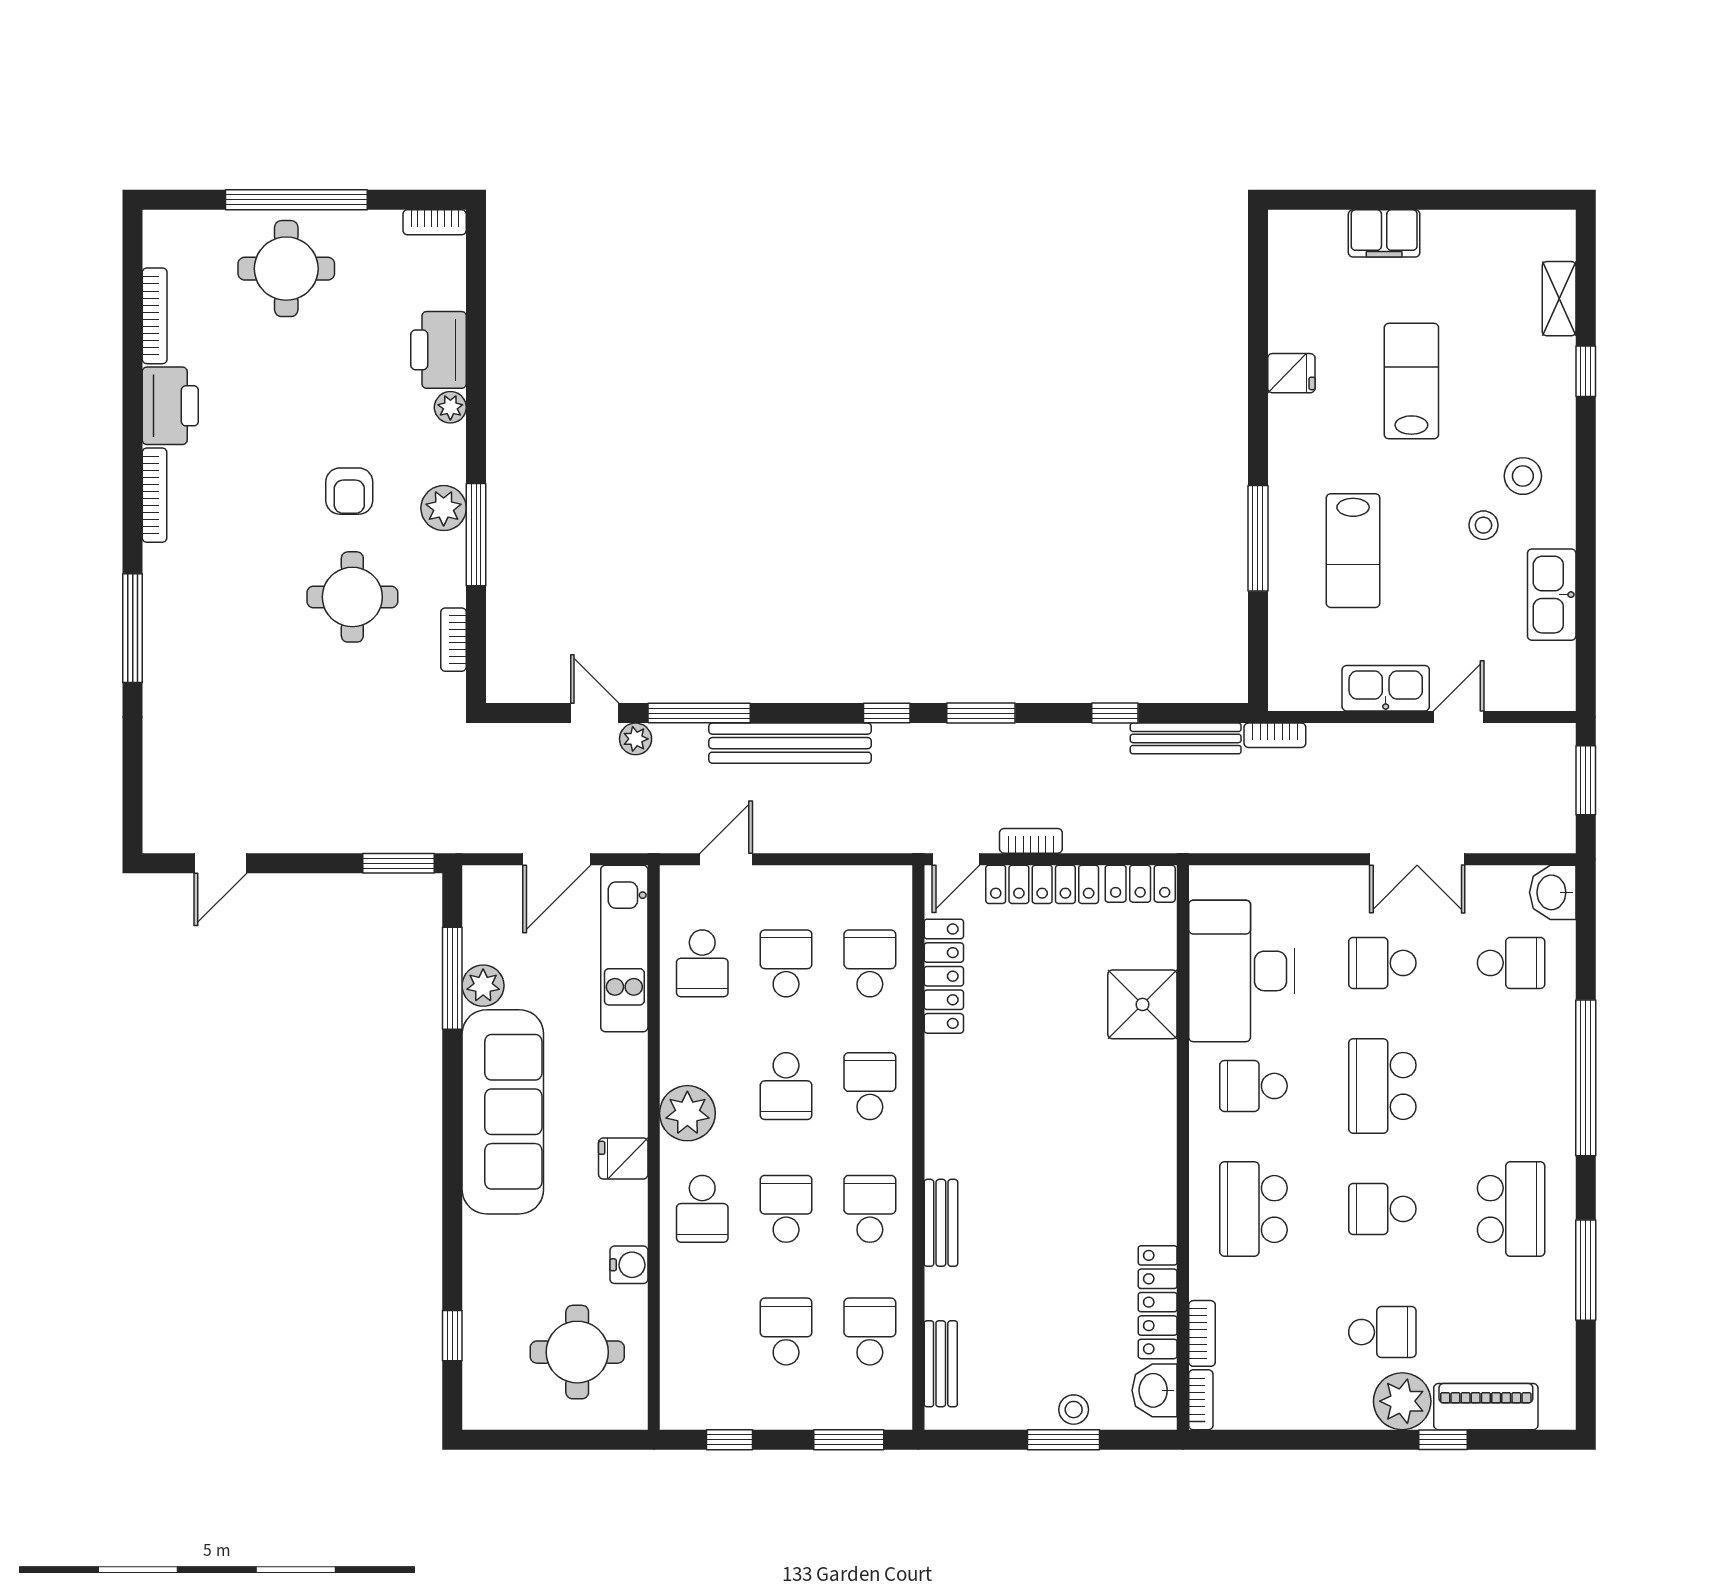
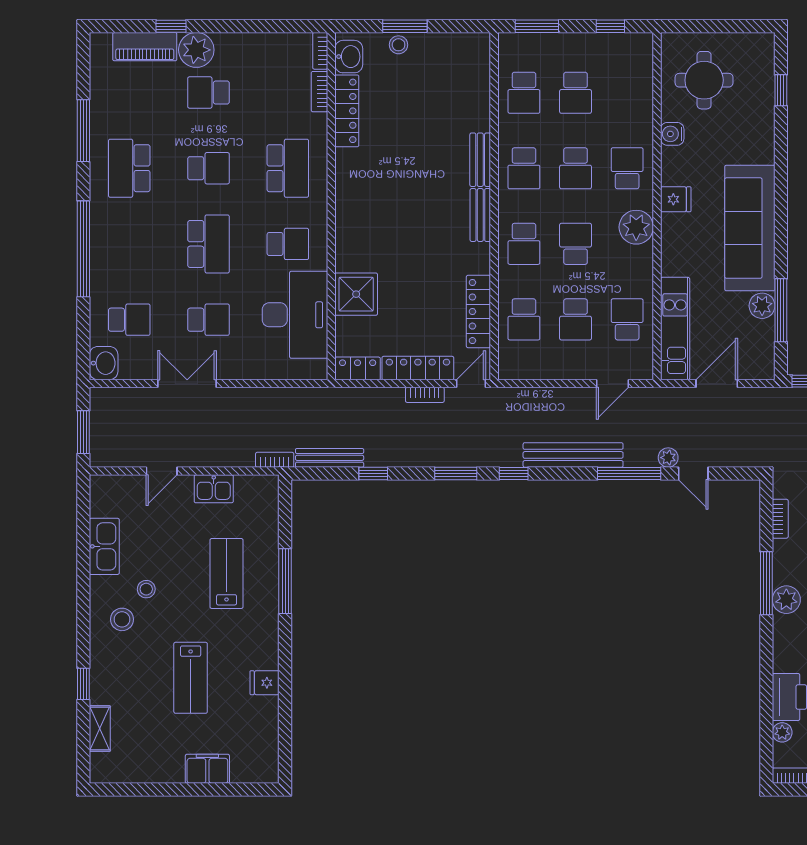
plant: (450, 407) -> (782, 732), moved
kitchen sink: (1386, 688) -> (214, 489), width x0.73
school desk: (1511, 963) -> (129, 320), turned 180
bench: (941, 1364) -> (480, 215), moved

